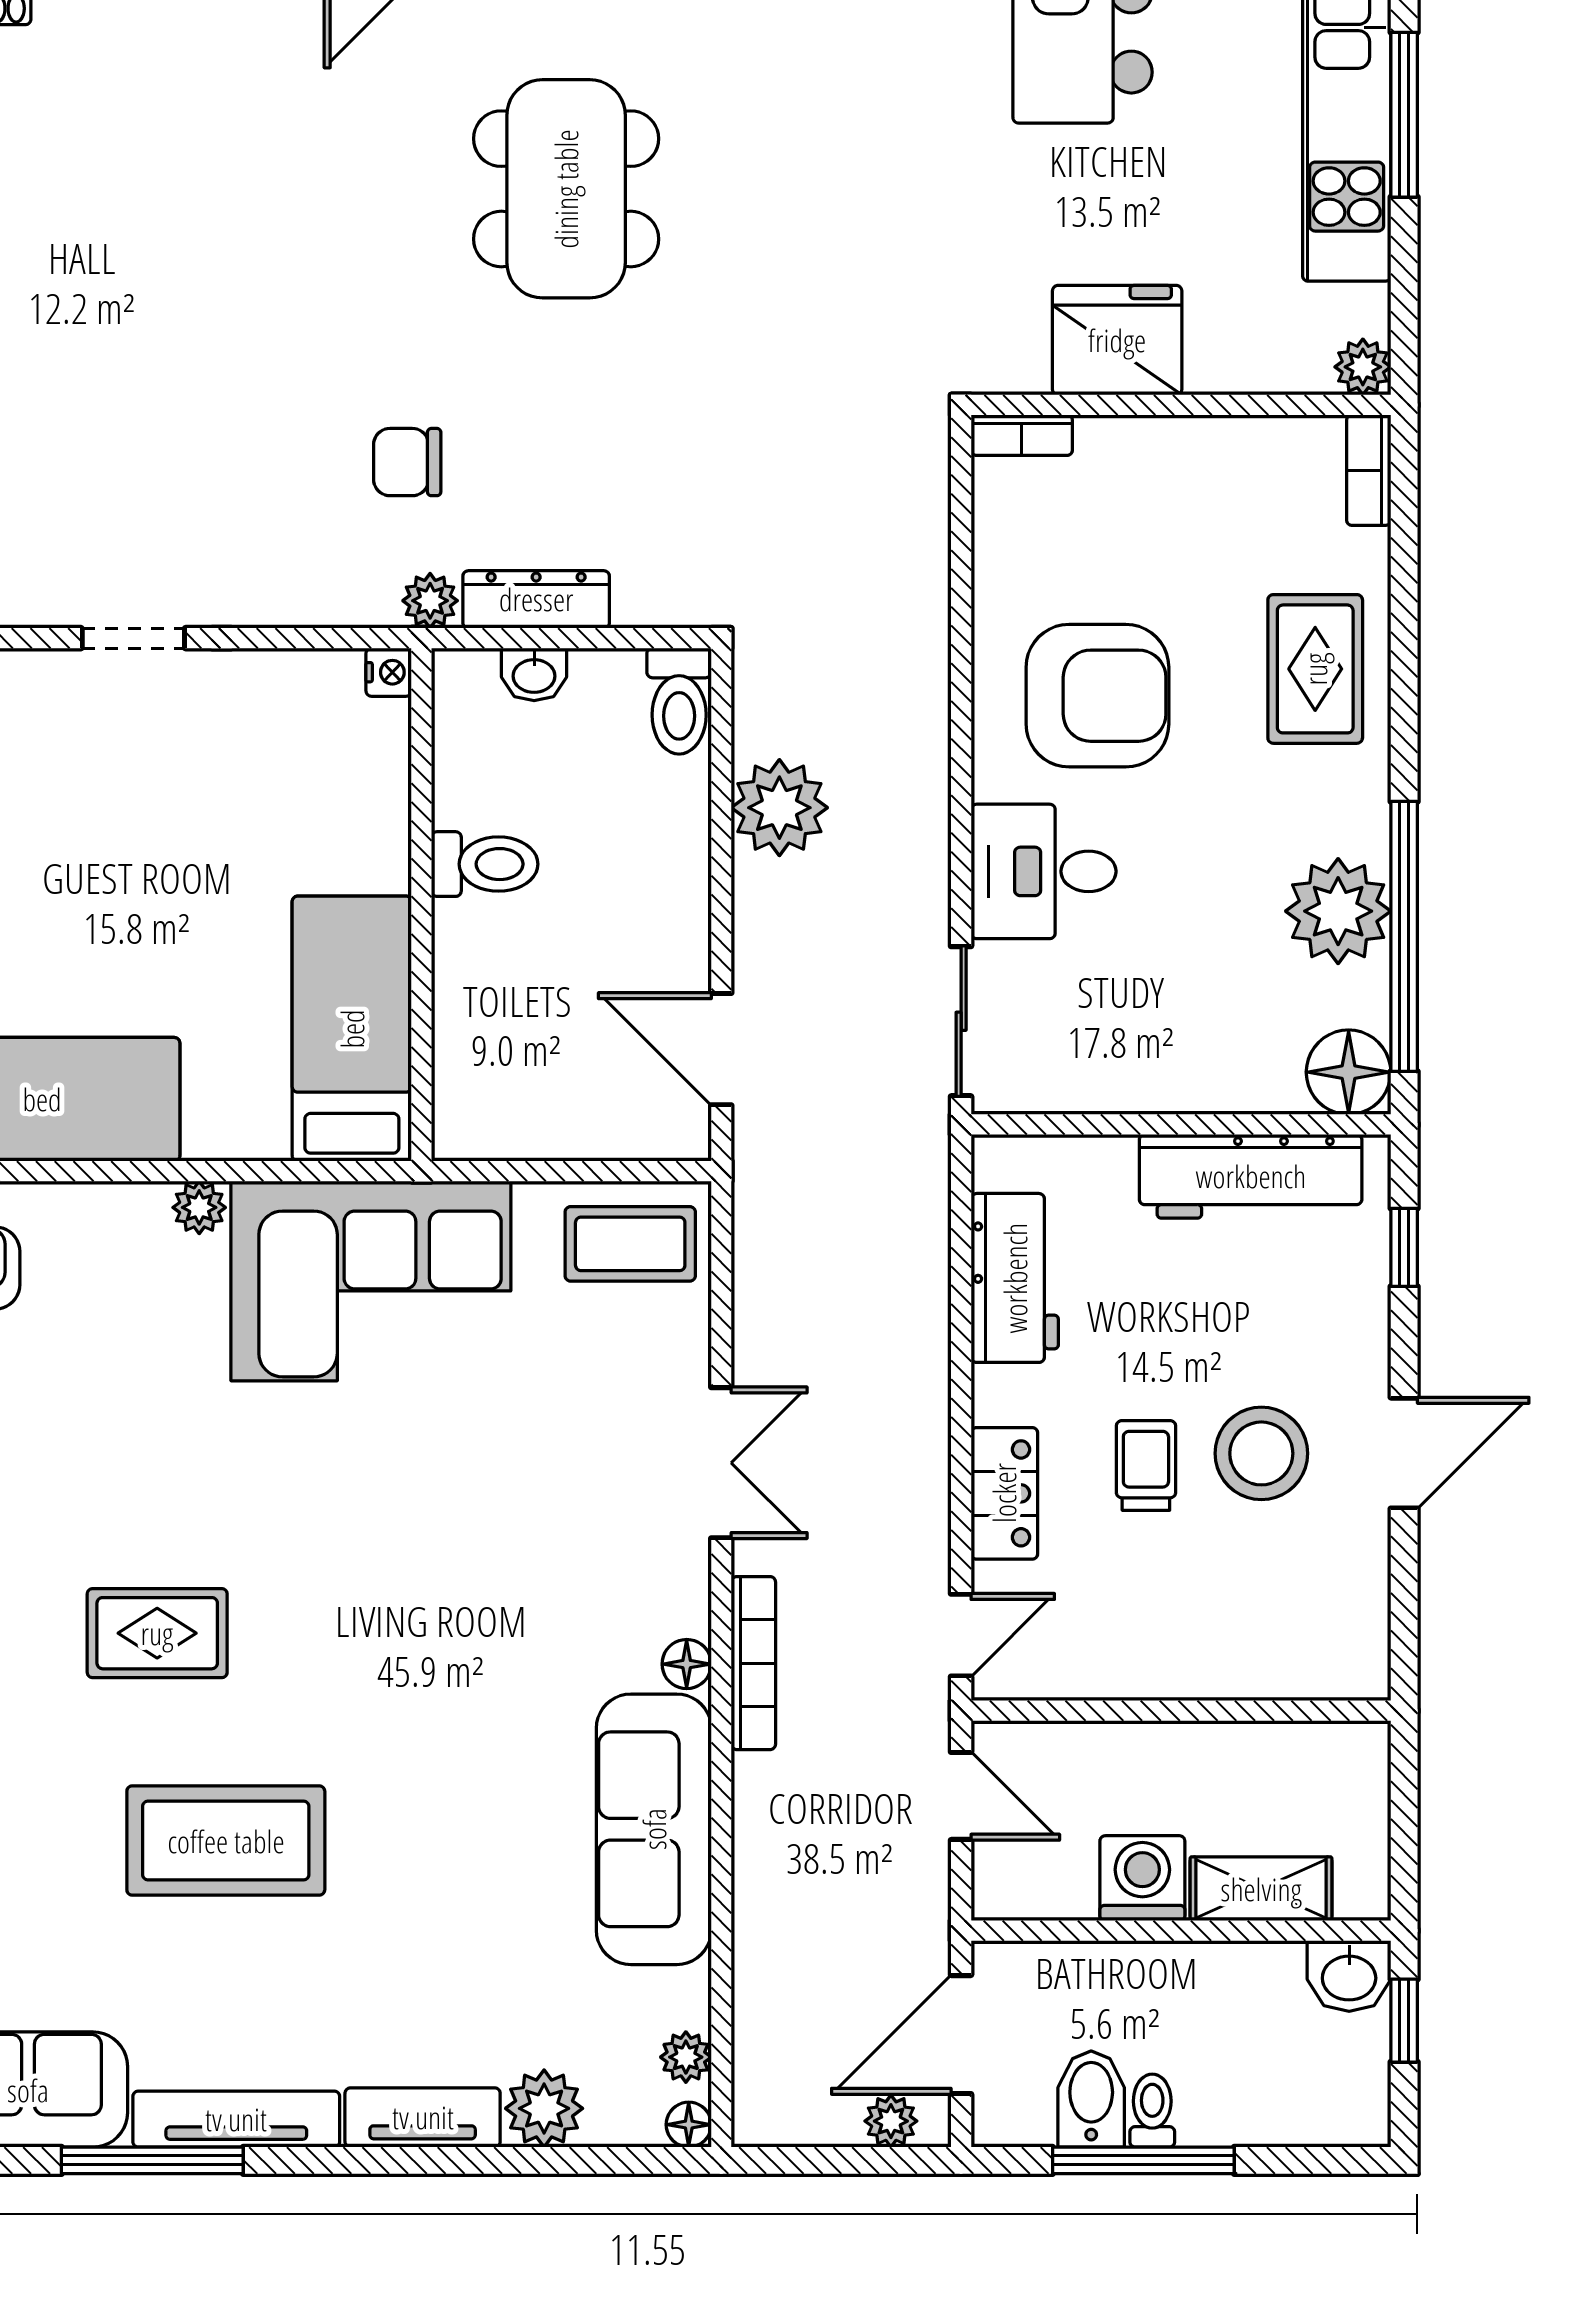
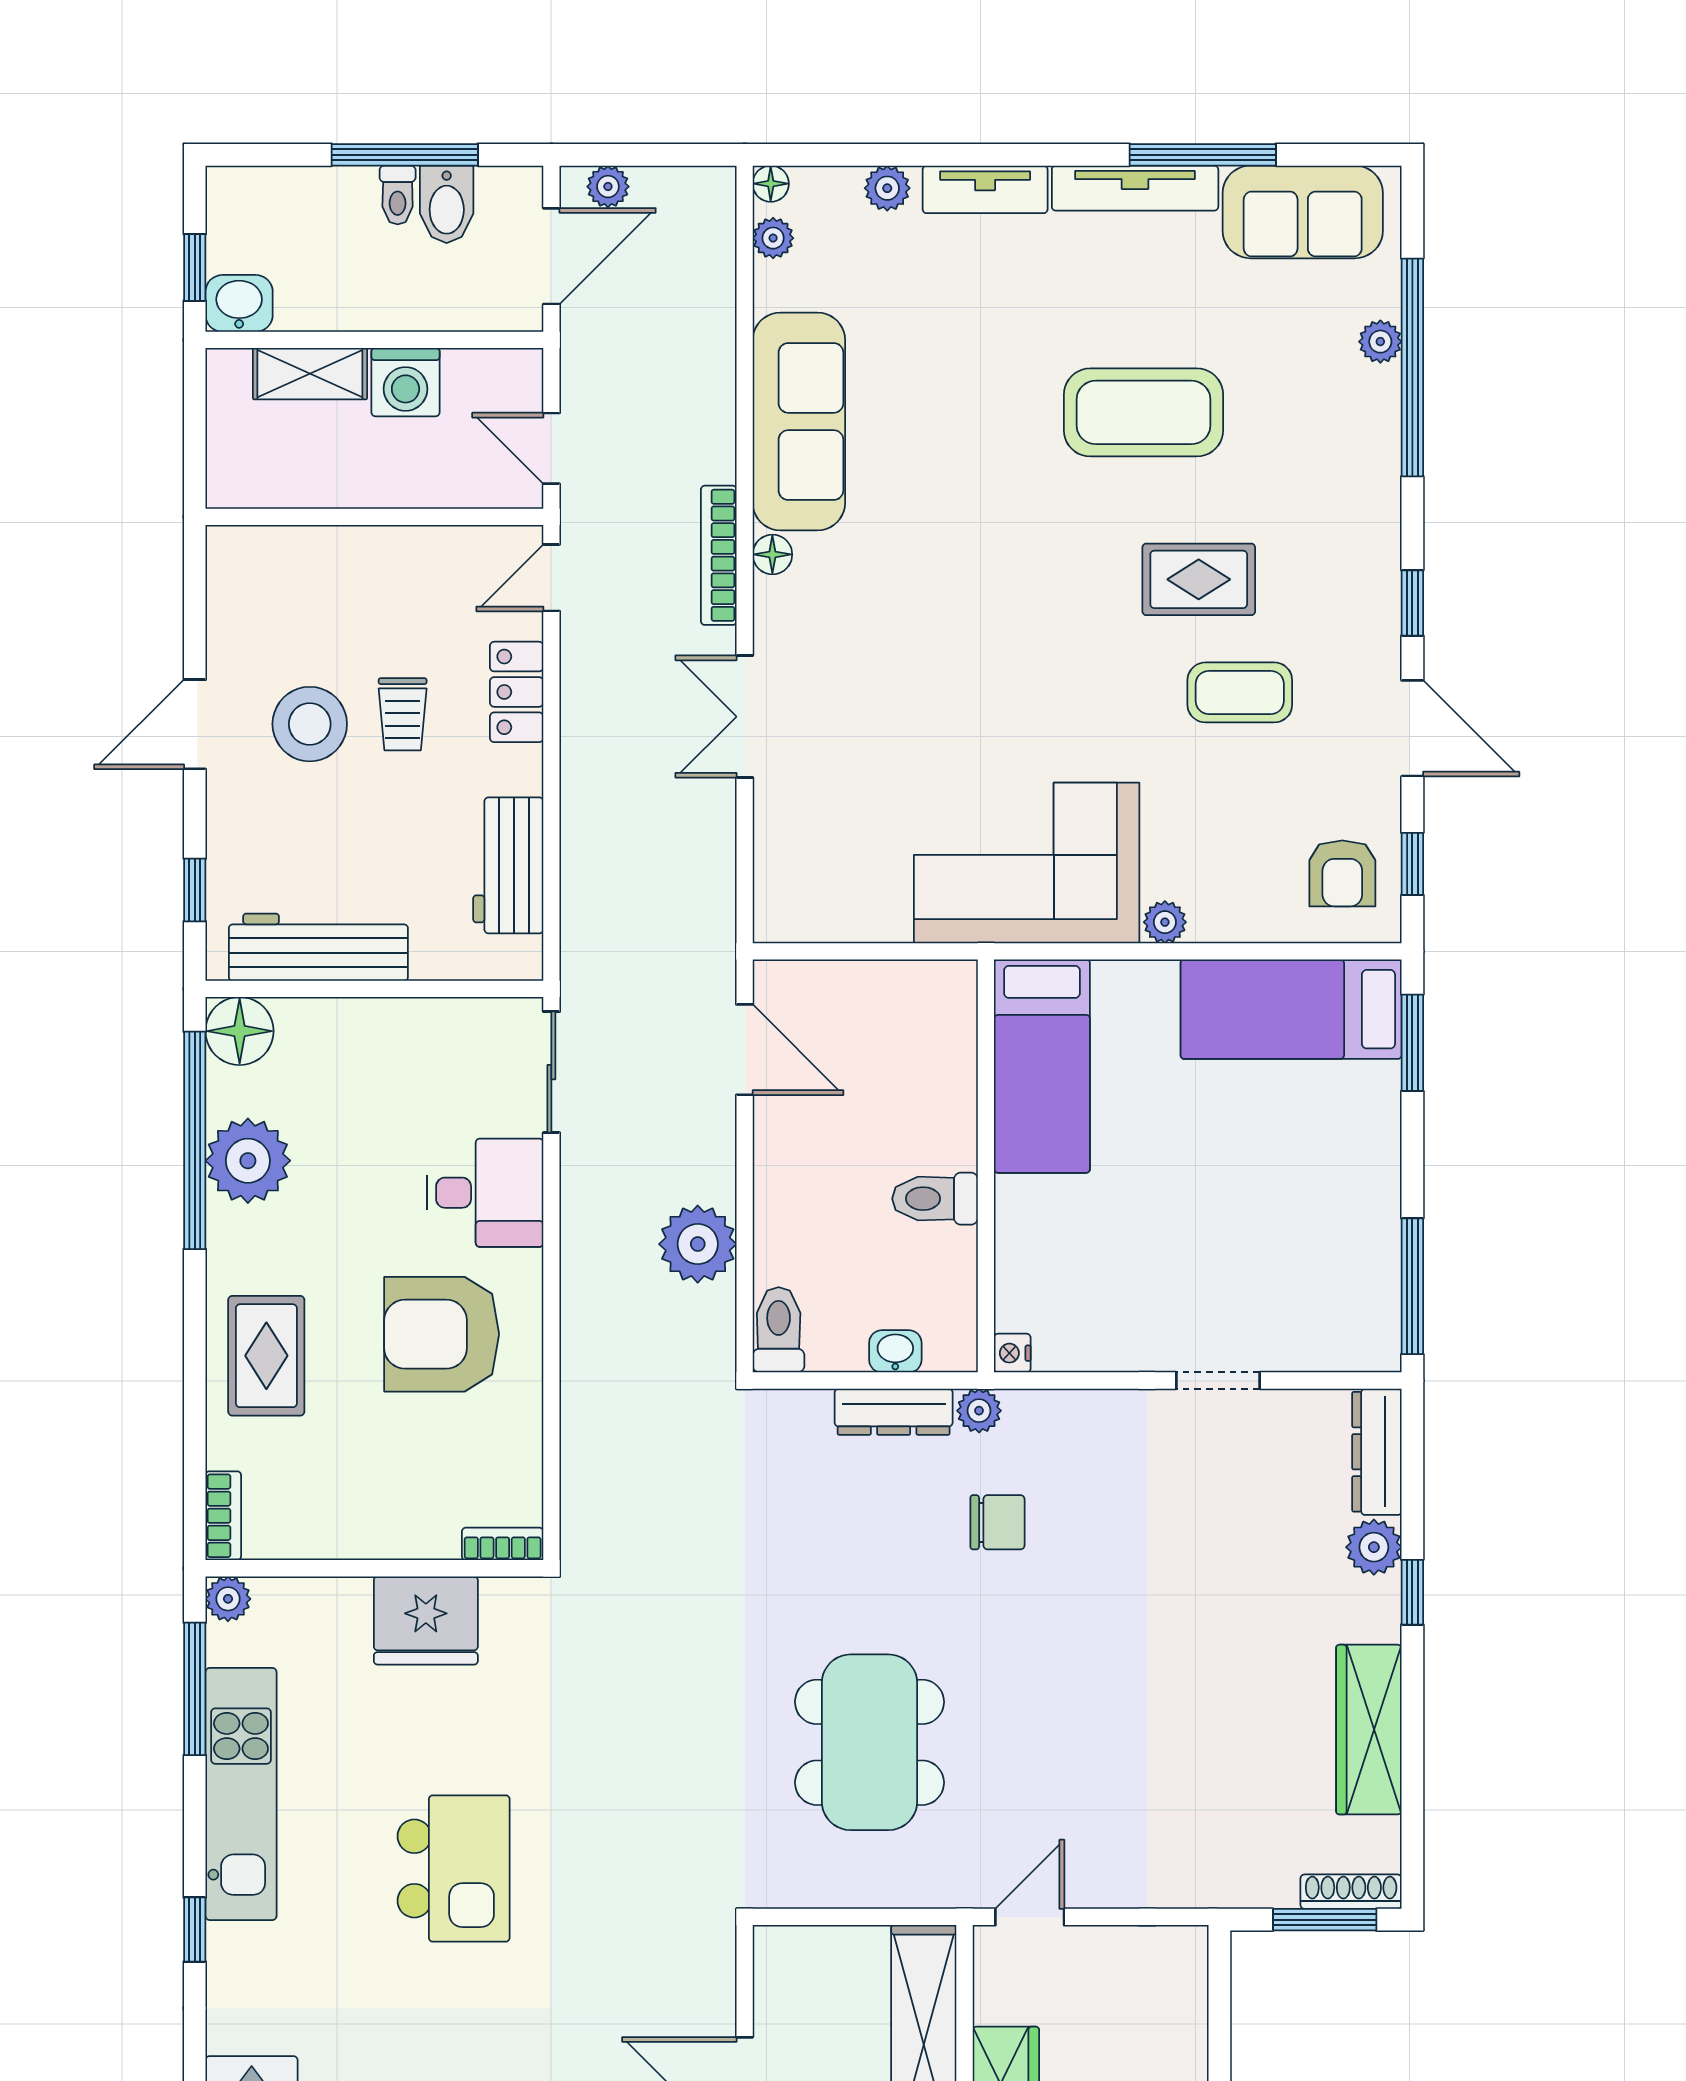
window: (1404, 115) -> (195, 1689), moved
coffee table: (630, 1244) -> (1240, 692), moved
plant: (544, 2108) -> (887, 188), width x0.73, depth x0.73

